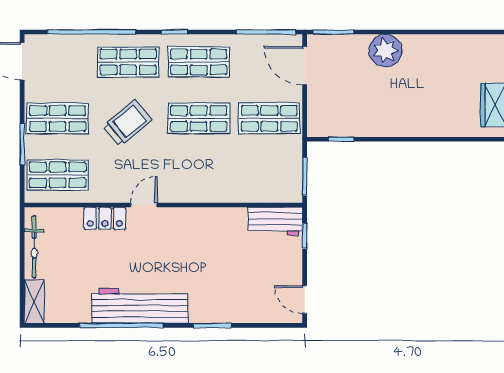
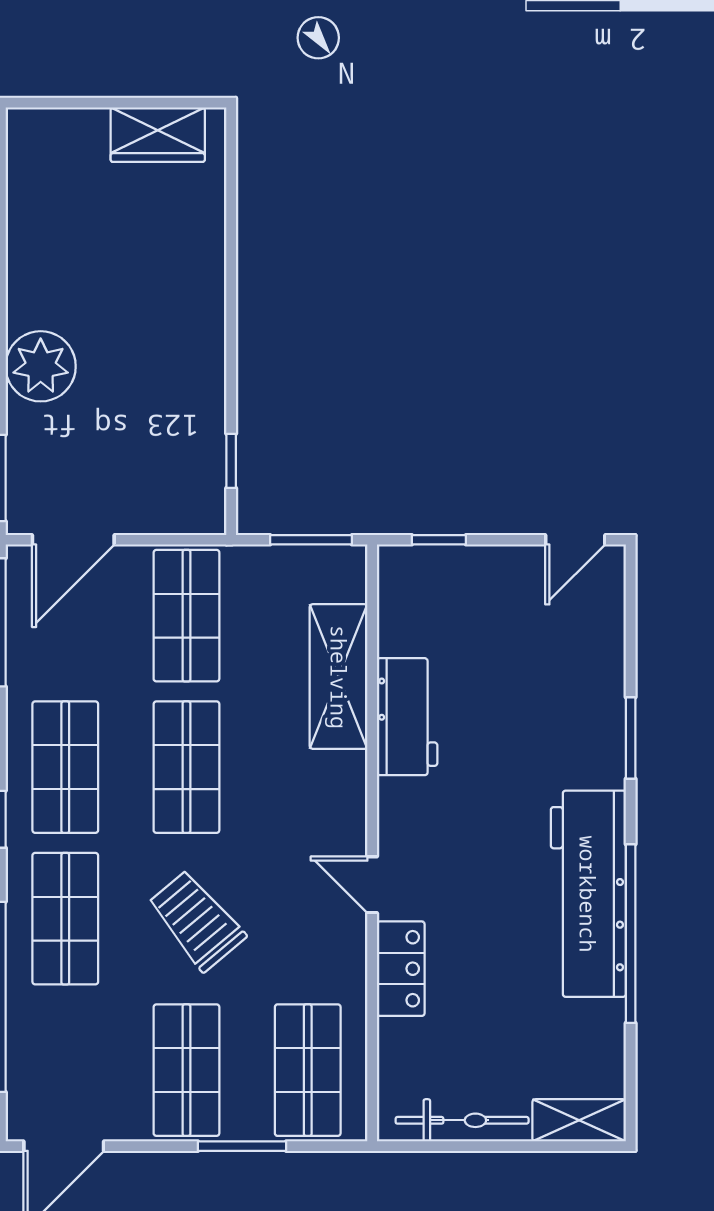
shelving: (241, 189) -> (339, 677), added
workbench: (275, 221) -> (407, 717), moved

